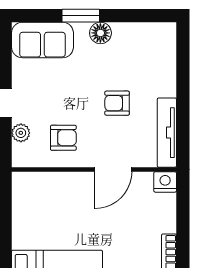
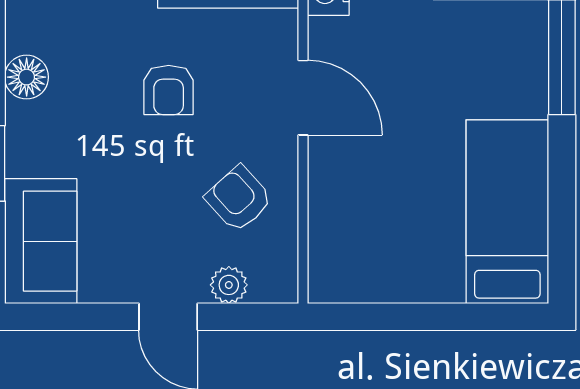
floor lamp: (100, 33) -> (27, 77), moved
armchair: (63, 138) -> (239, 199), turned -42

